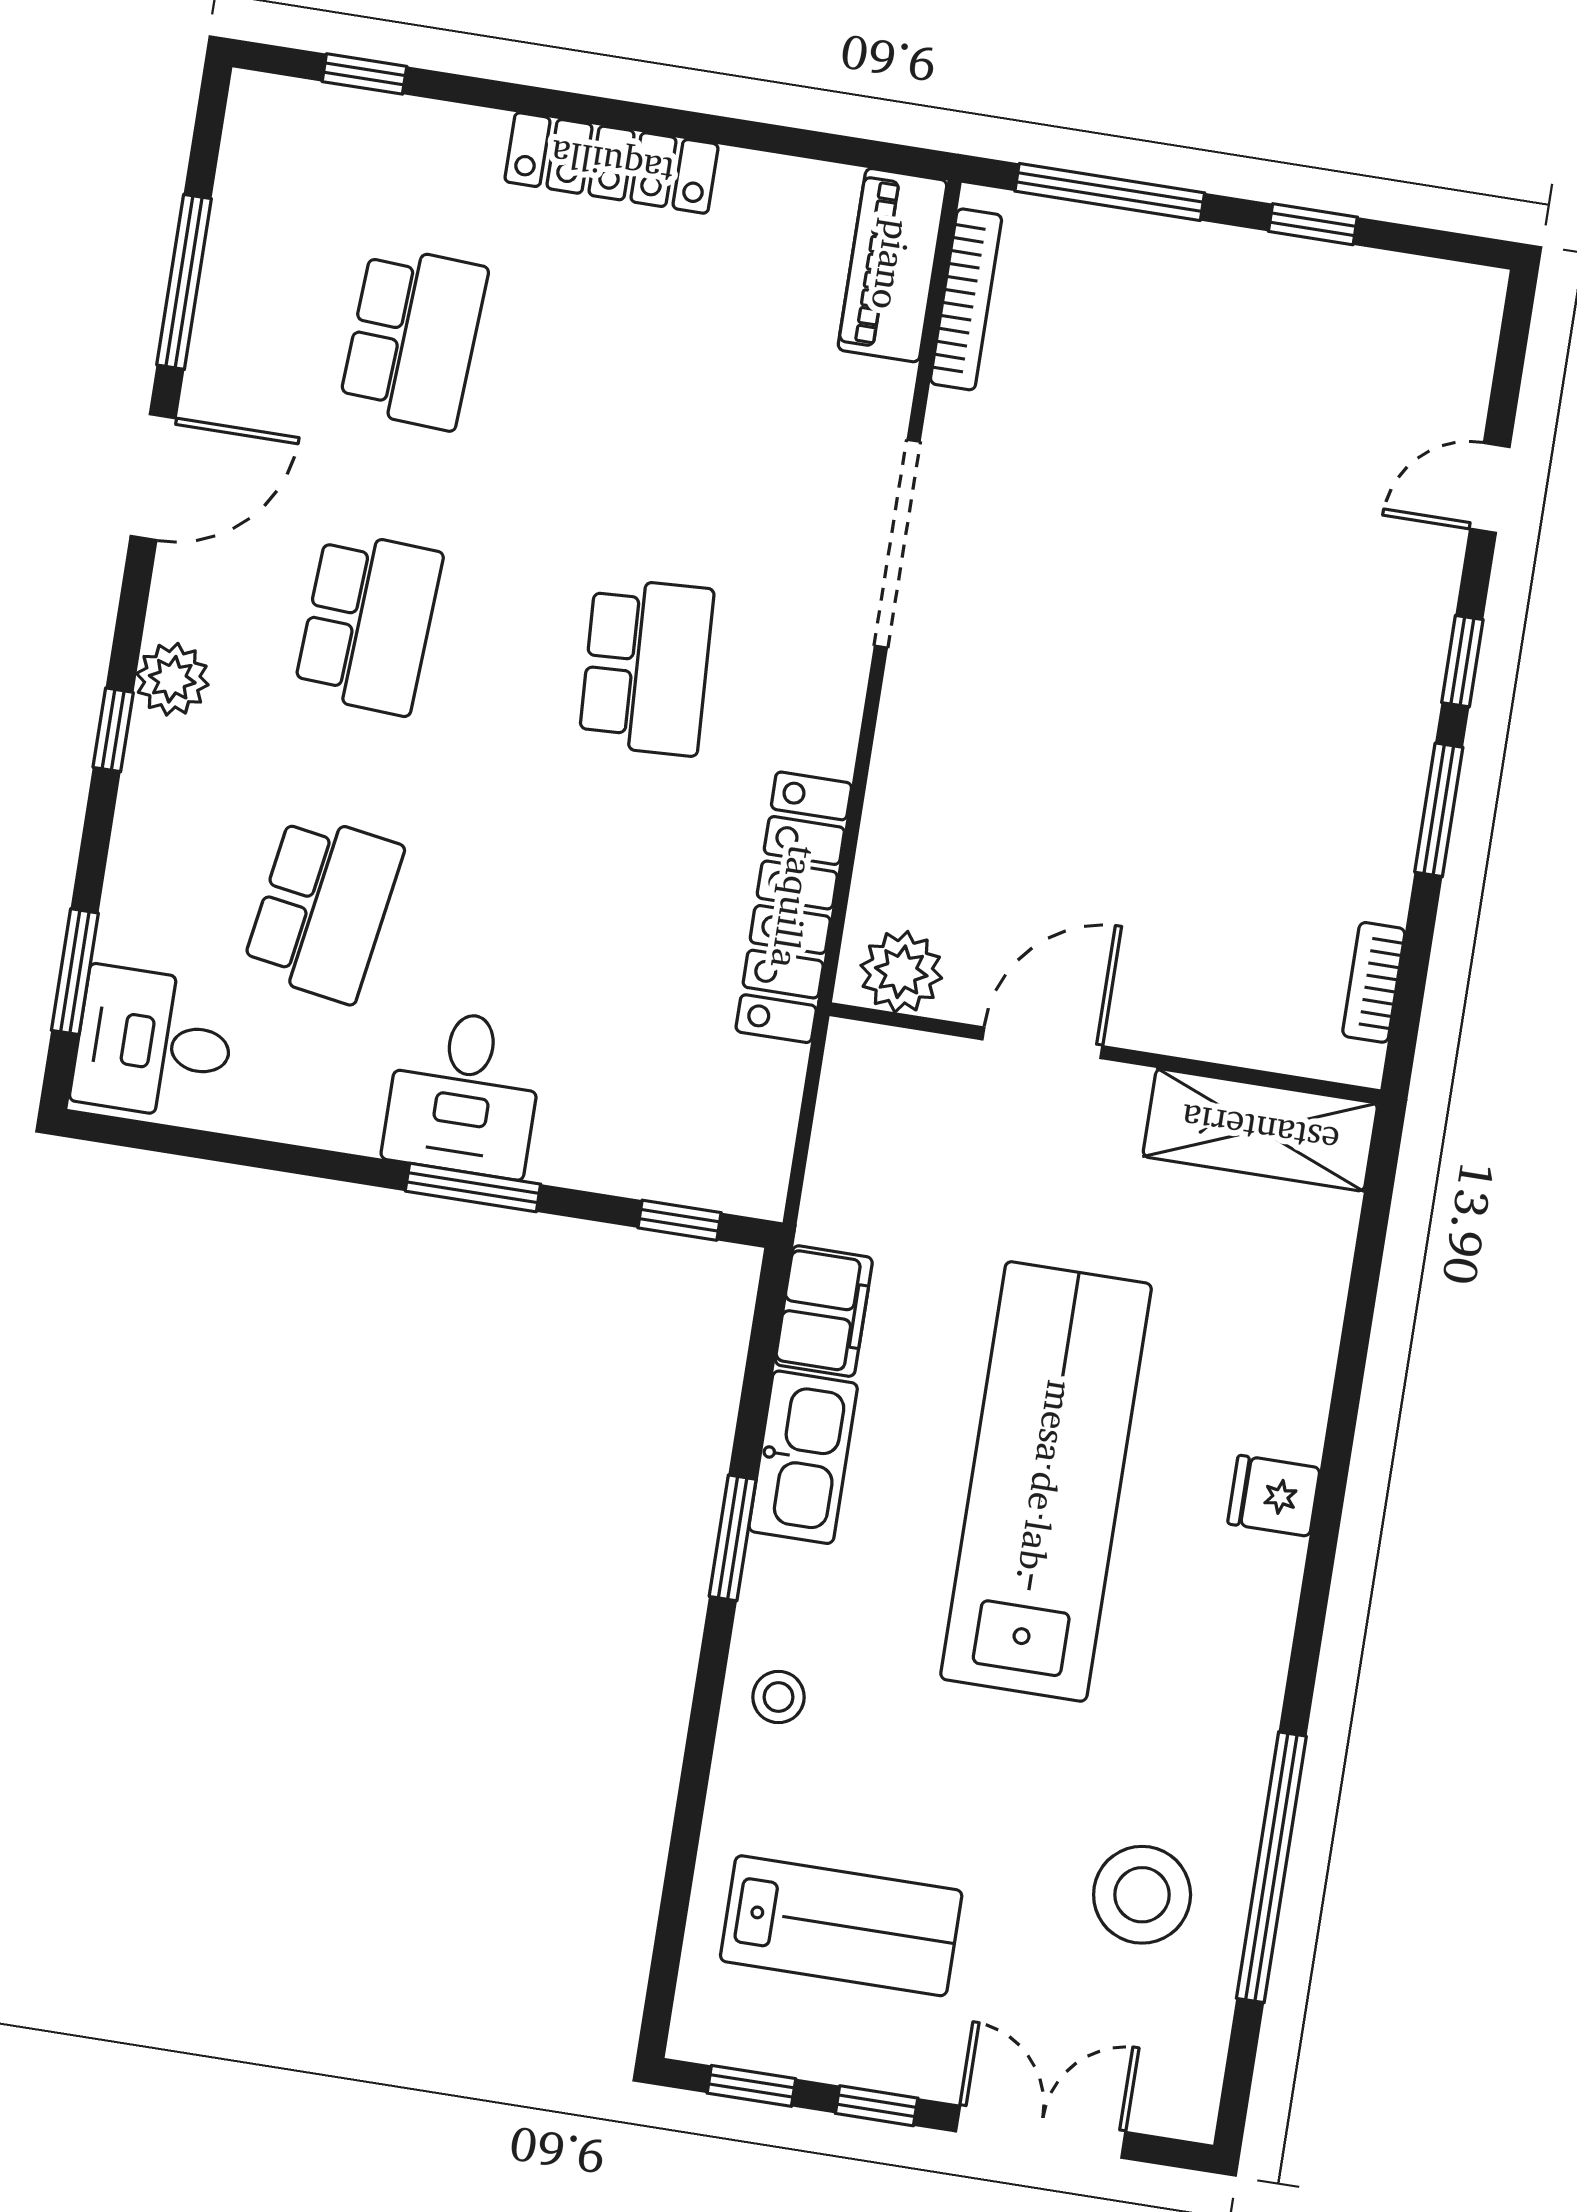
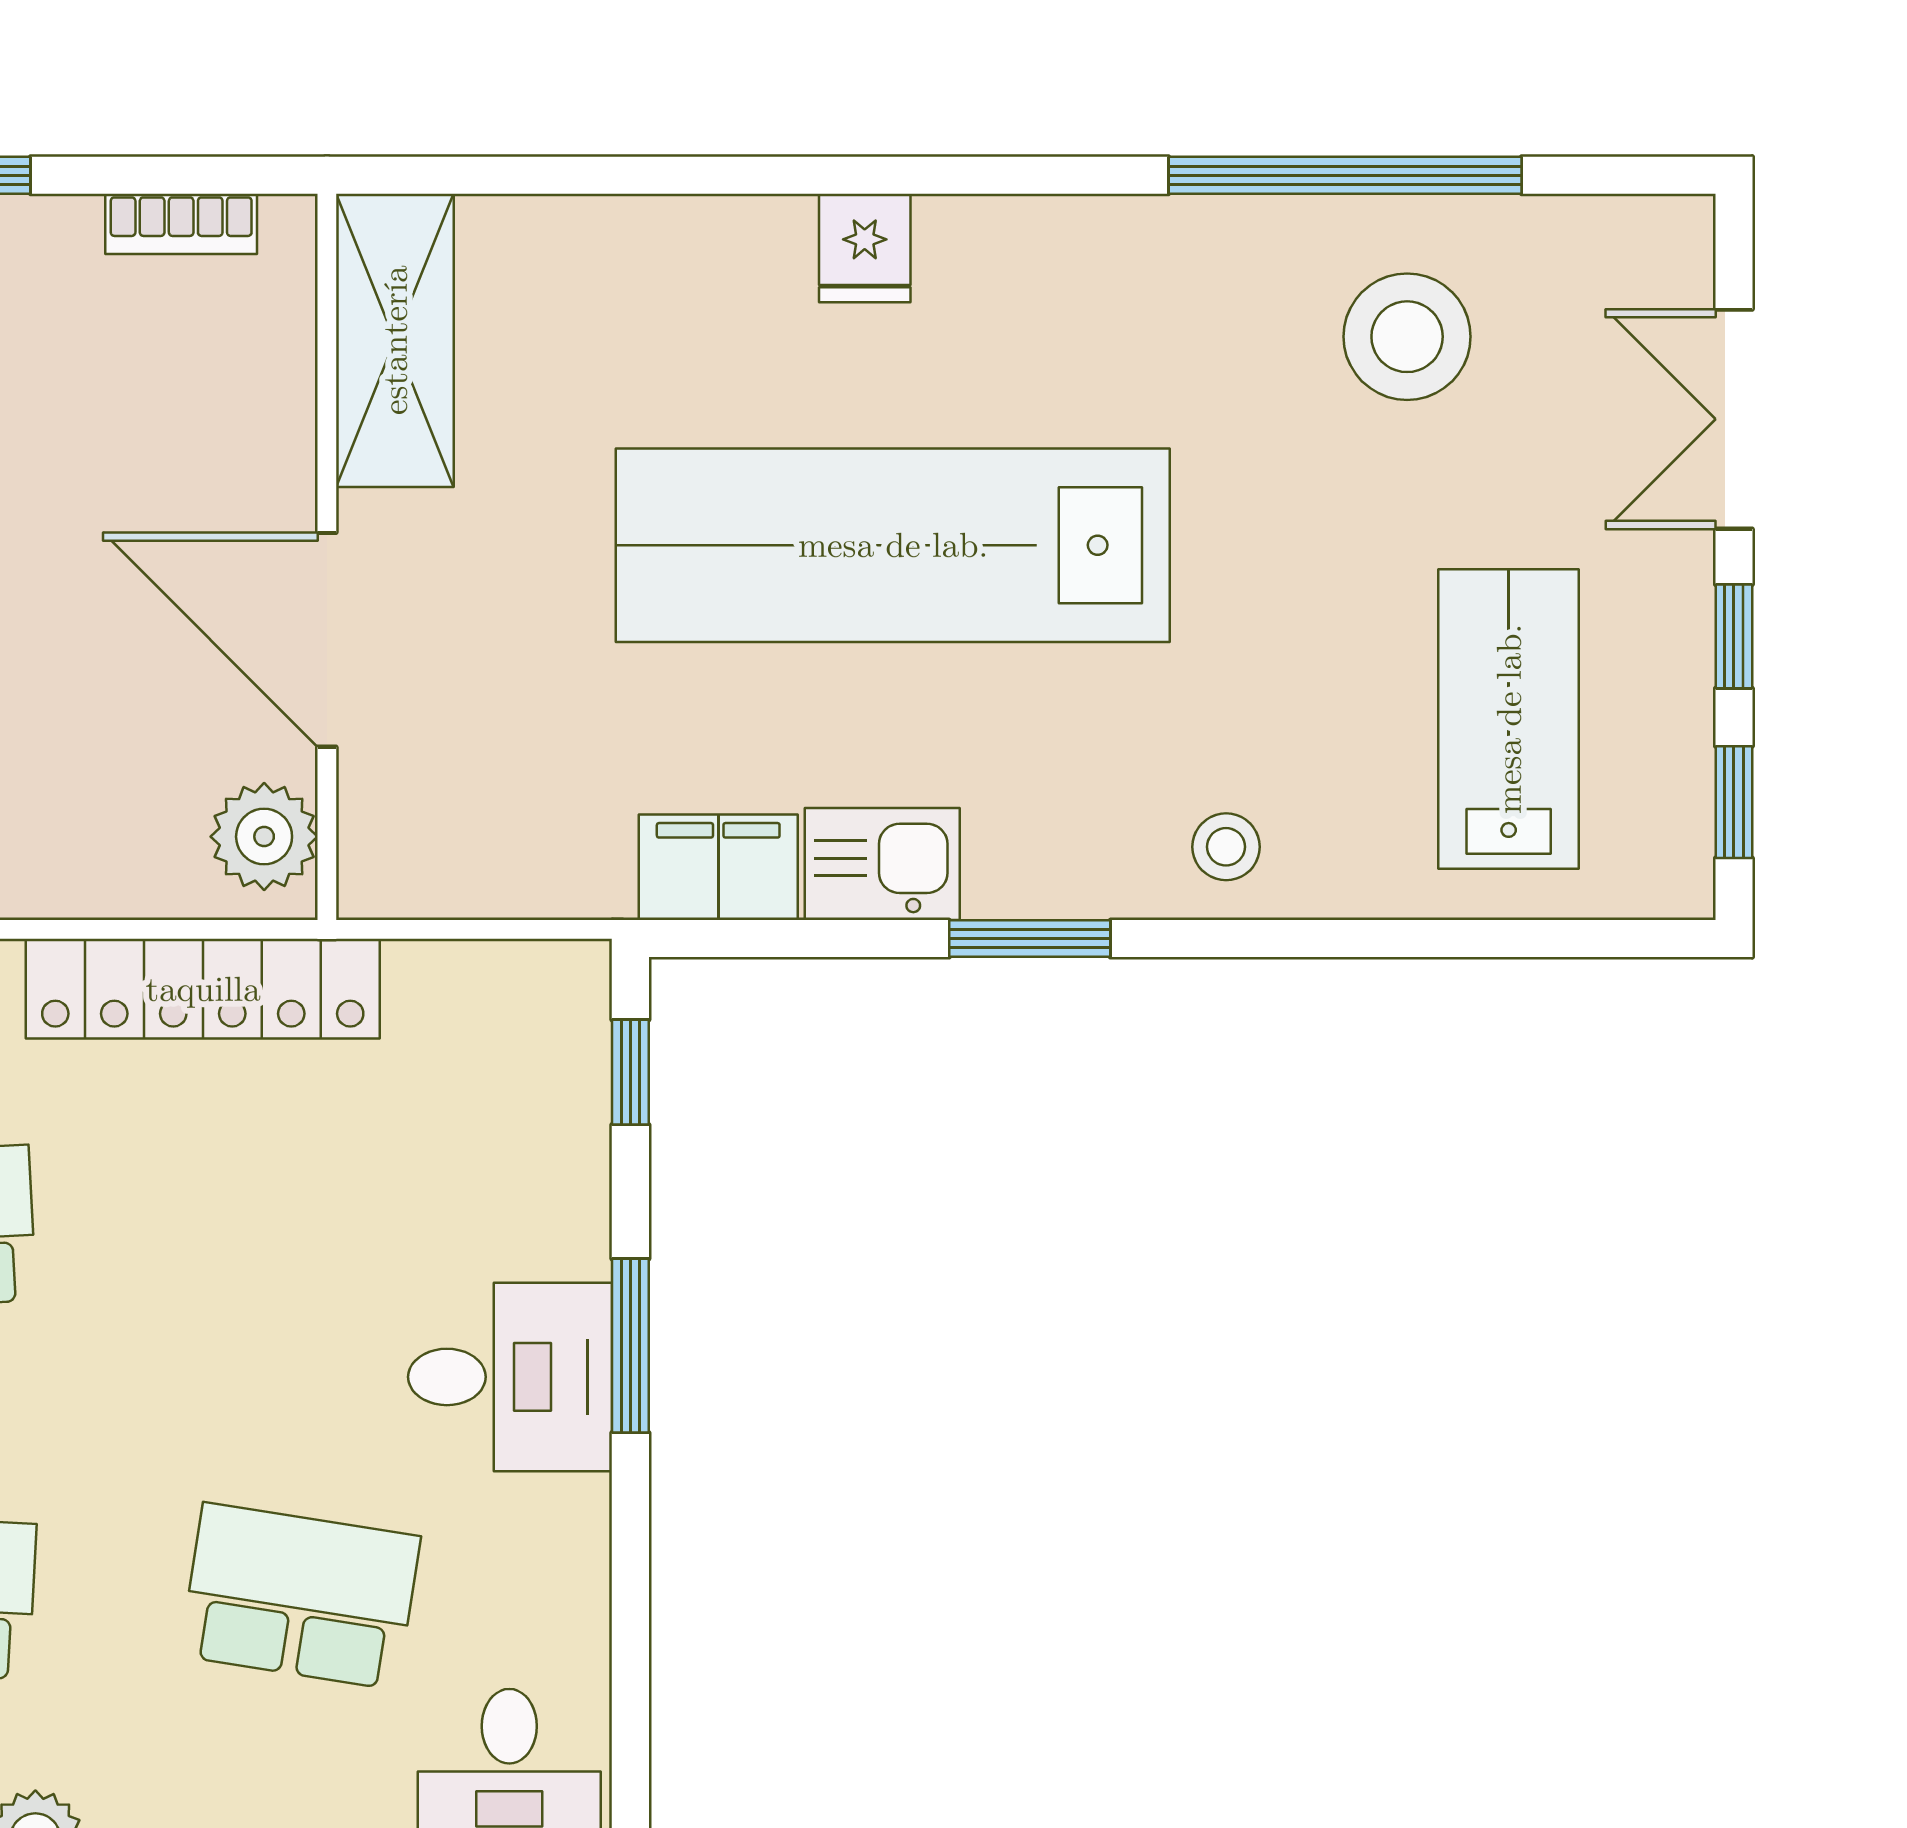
door: (1042, 1043) -> (327, 640), width x1.36
kitchen sink: (803, 1457) -> (882, 864), width x0.73

